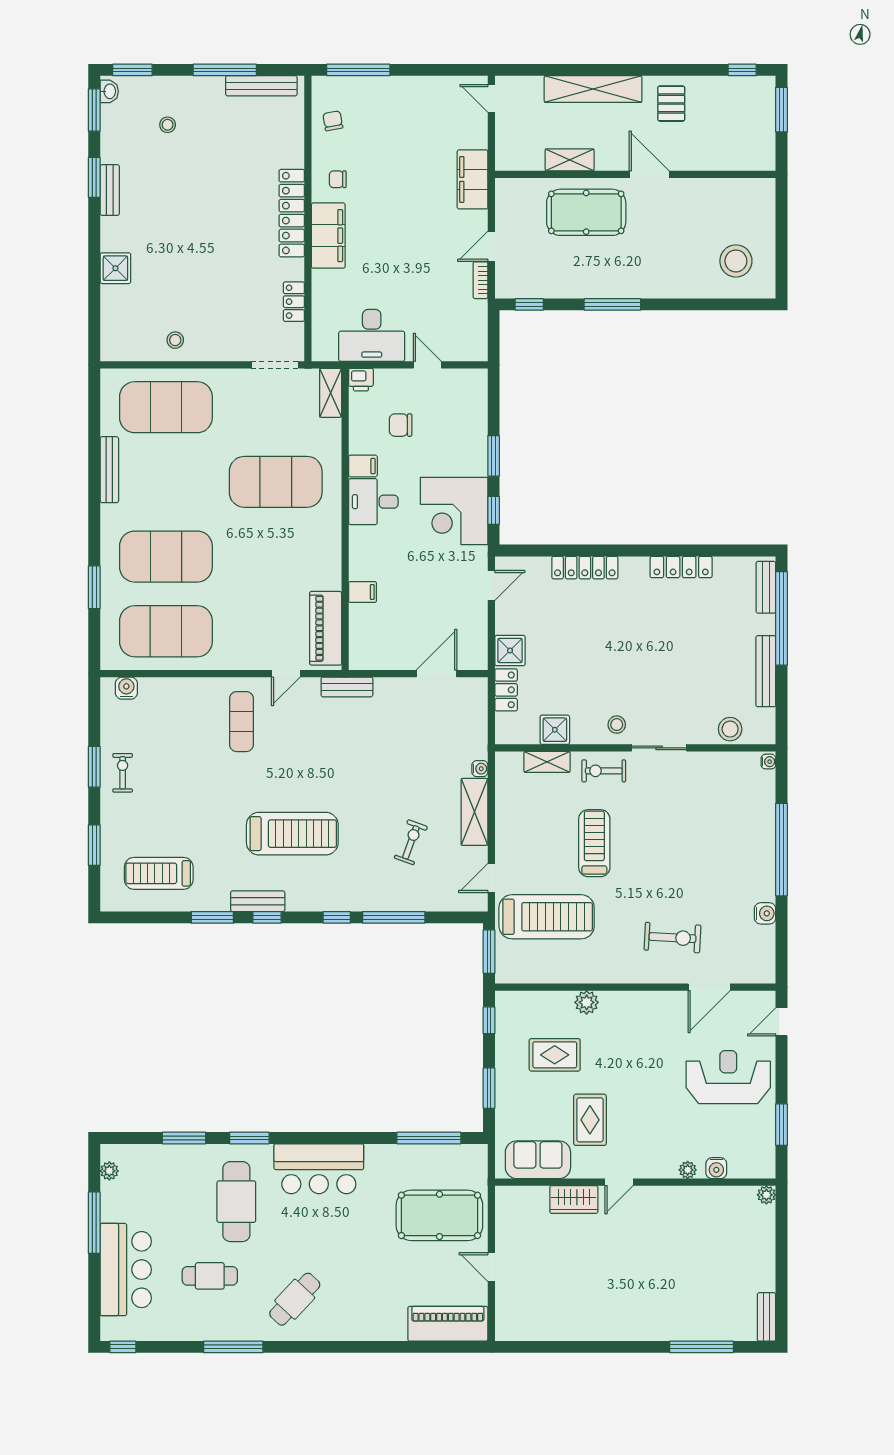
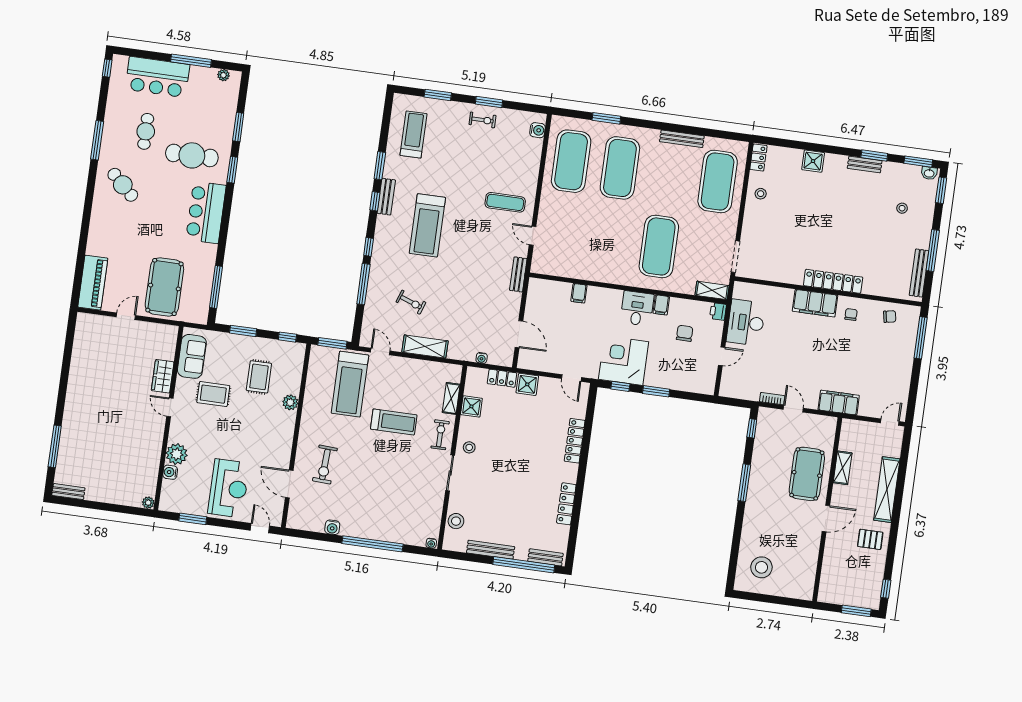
locker: (294, 302) -> (758, 157), moved, turned 90
piano: (326, 628) -> (559, 266), removed
water cooler: (480, 769) -> (482, 358), moved
plant: (688, 1170) -> (177, 454), width x1.88, depth x1.88

